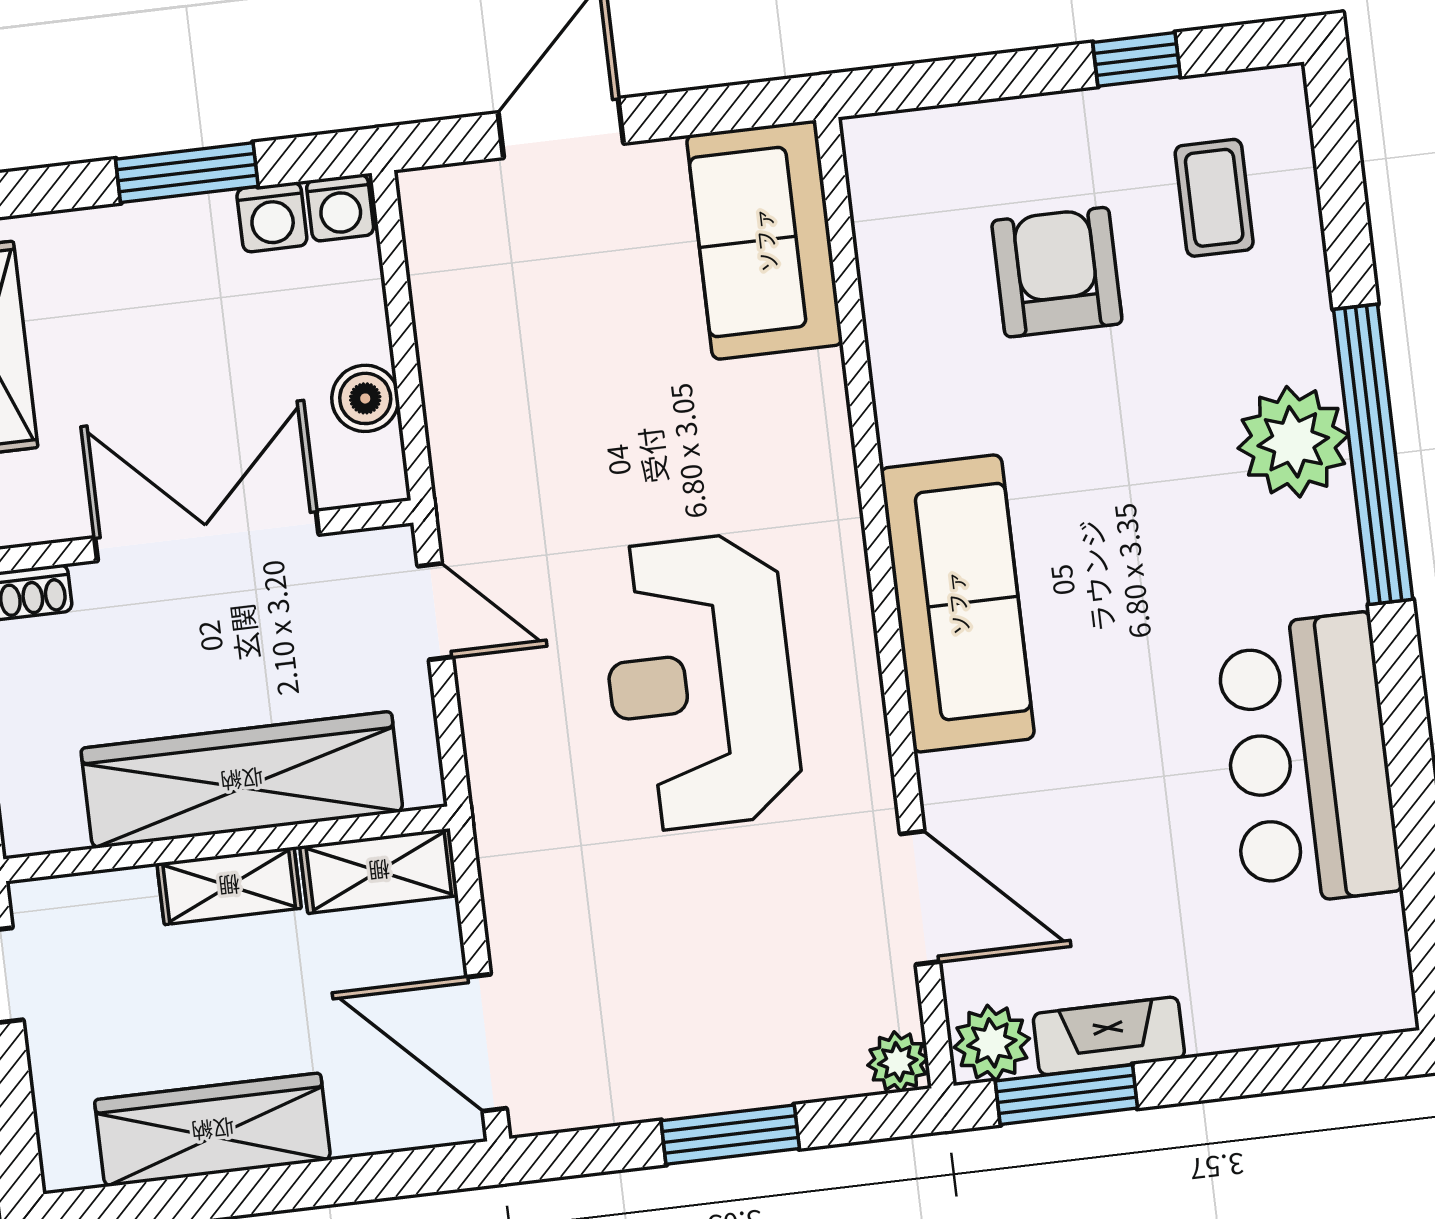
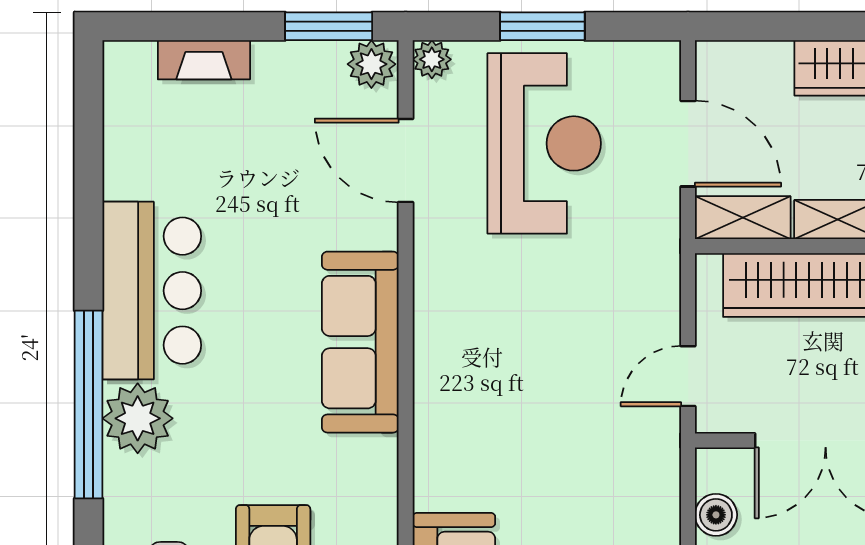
door: (435, 611) -> (688, 376), hinge flipped
reception desk: (700, 682) -> (544, 143), moved
bar counter: (1309, 760) -> (152, 291), moved
fireplace: (1109, 1036) -> (204, 60), moved
door: (487, 1043) -> (688, 144), moved

